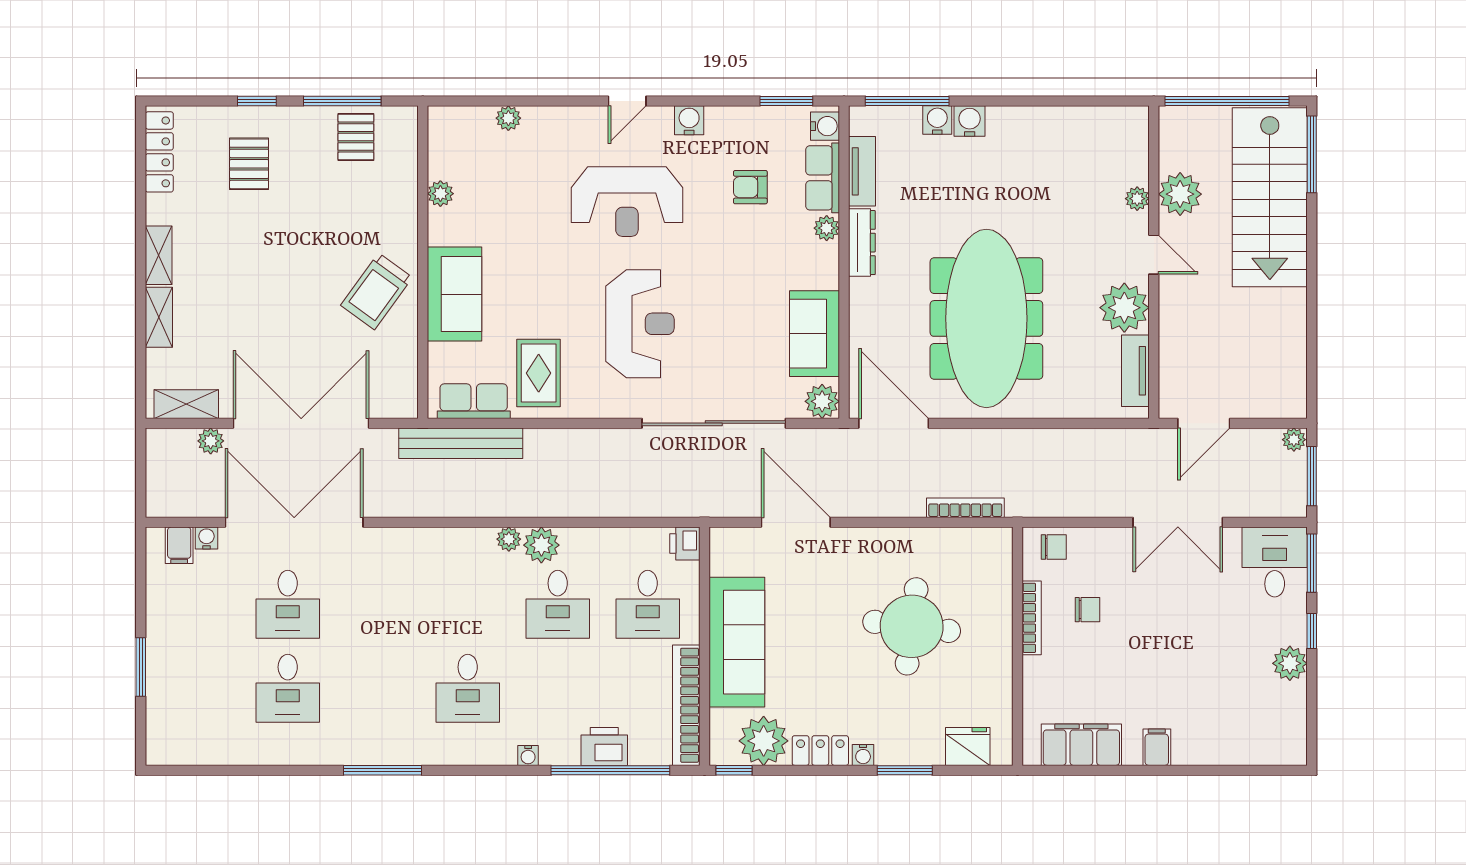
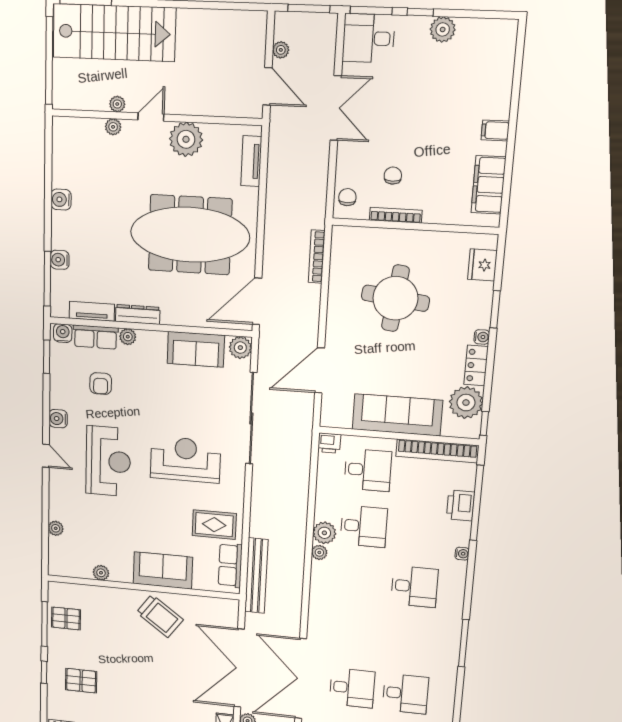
water cooler: (970, 121) -> (61, 200), moved
plant: (1180, 194) -> (117, 104), width x0.53, depth x0.53
tv unit: (1135, 371) -> (251, 161), moved, turned 90
plant: (1294, 440) -> (281, 50), moved

